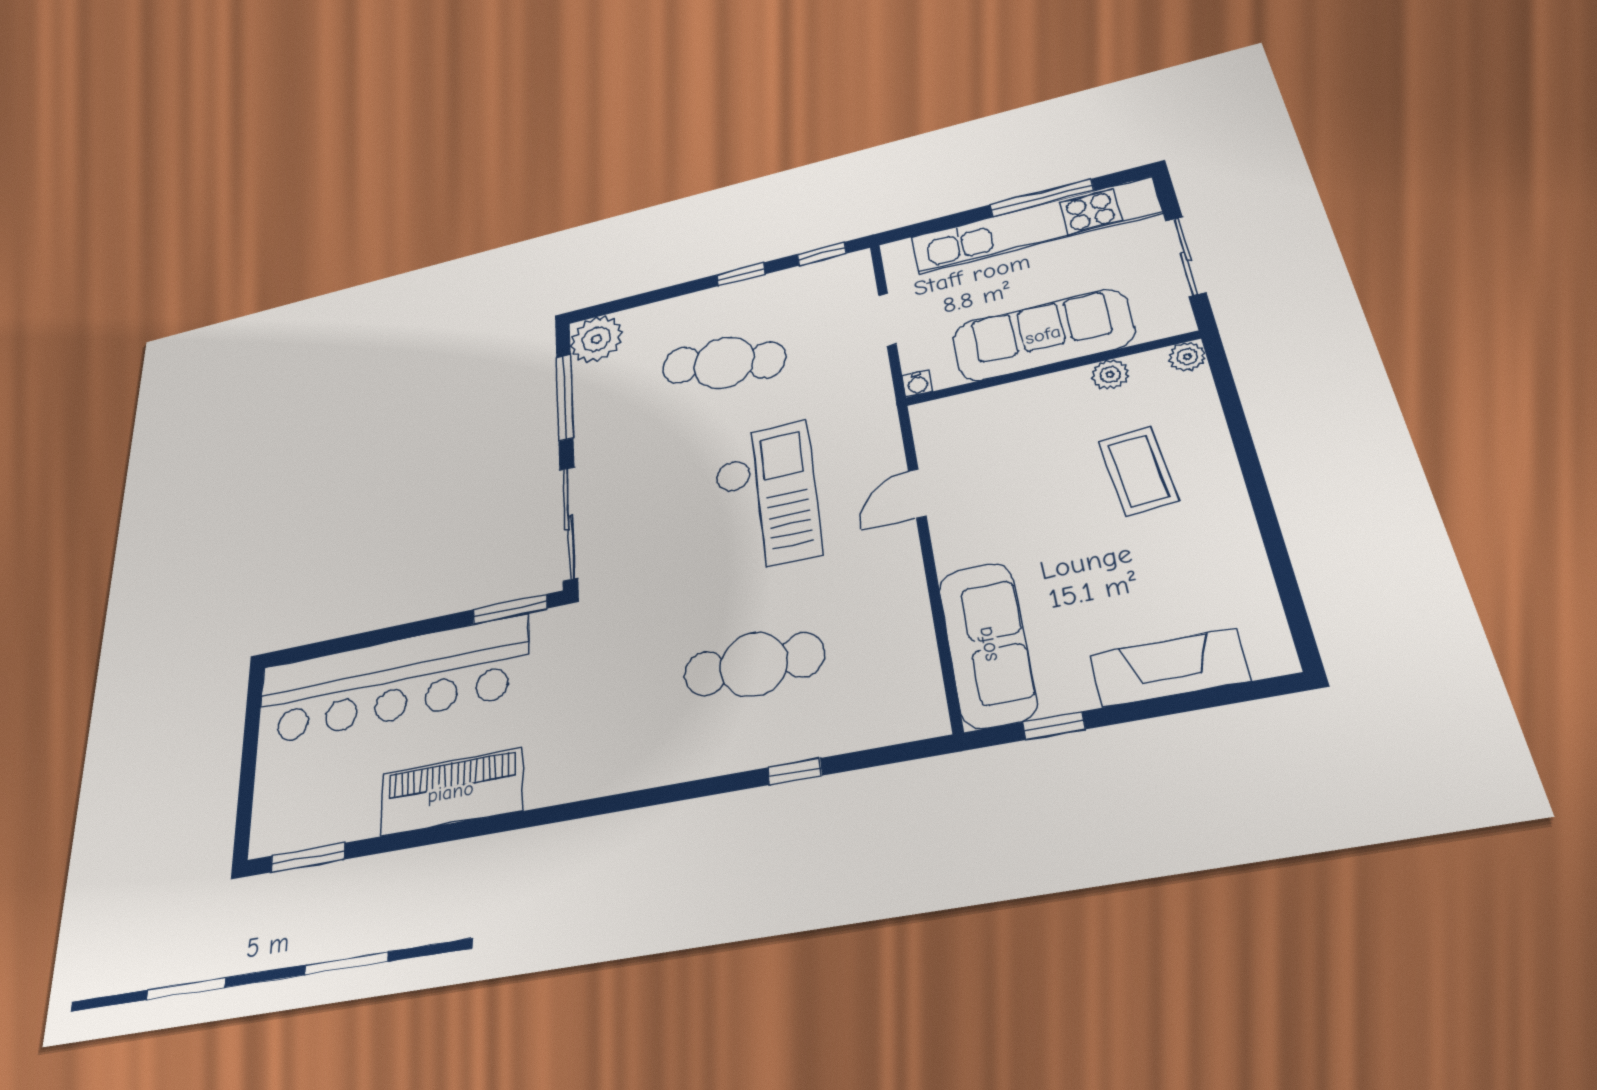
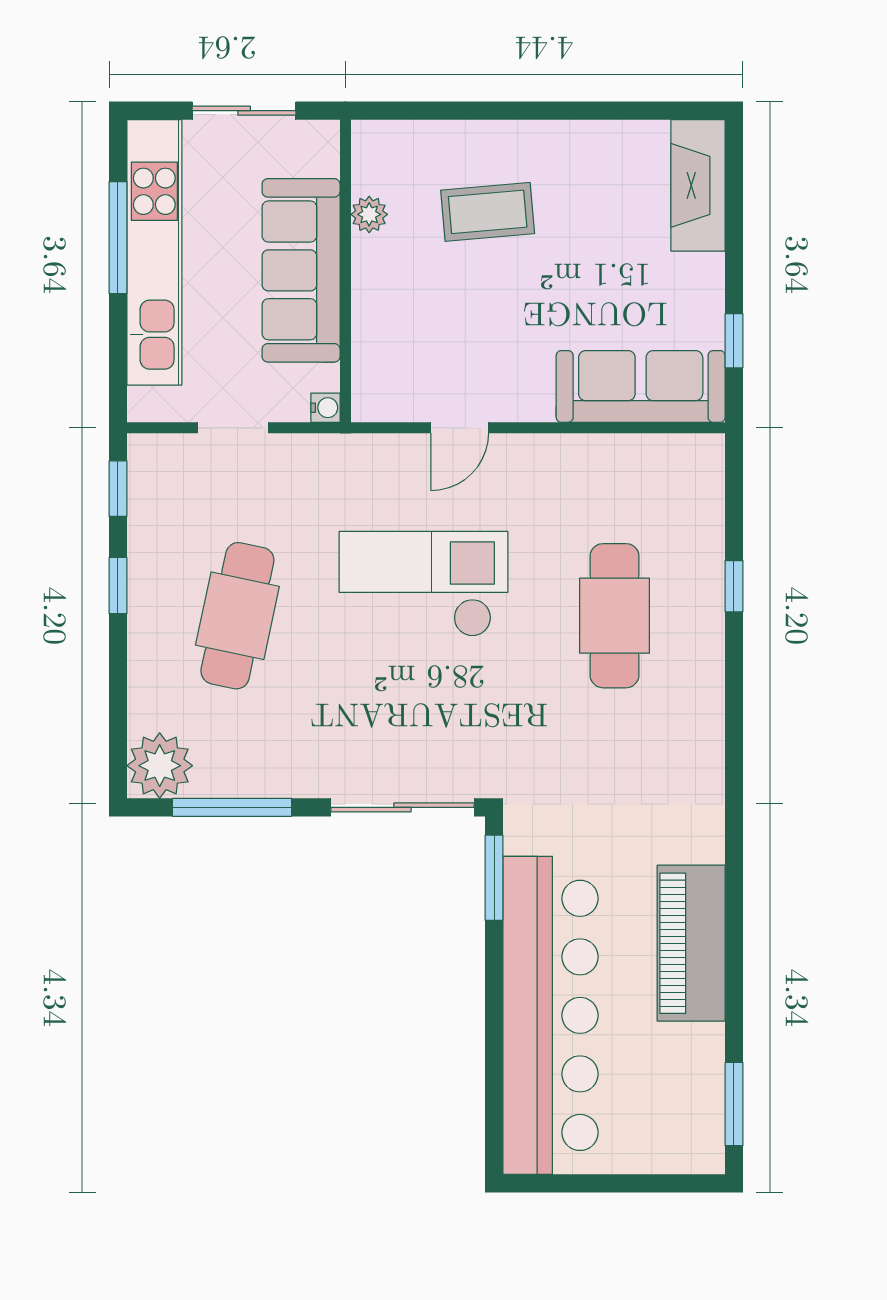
plant: (1187, 357) -> (369, 138), removed
door: (917, 494) -> (460, 428), hinge flipped
fireplace: (1169, 668) -> (698, 185), moved

